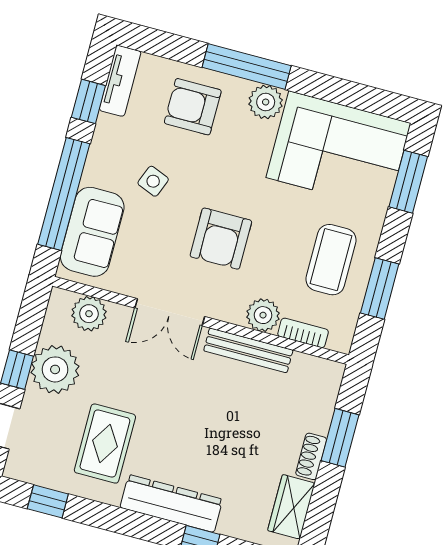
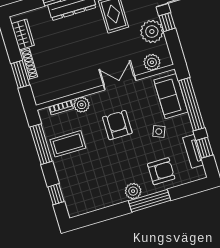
tv unit: (120, 81) -> (193, 151), moved
corner sofa: (338, 150) -> (92, 190), removed
window: (408, 182) -> (56, 194), width x0.67
coffee table: (331, 260) -> (68, 144), turned 90
window: (380, 289) -> (41, 144), width x1.44
bench: (248, 350) -> (79, 87), removed
shoe rack: (311, 456) -> (29, 64), width x1.43

